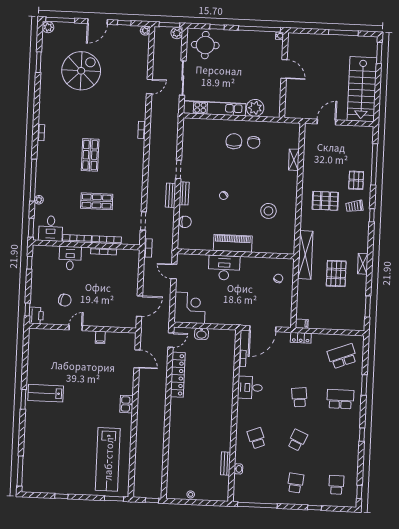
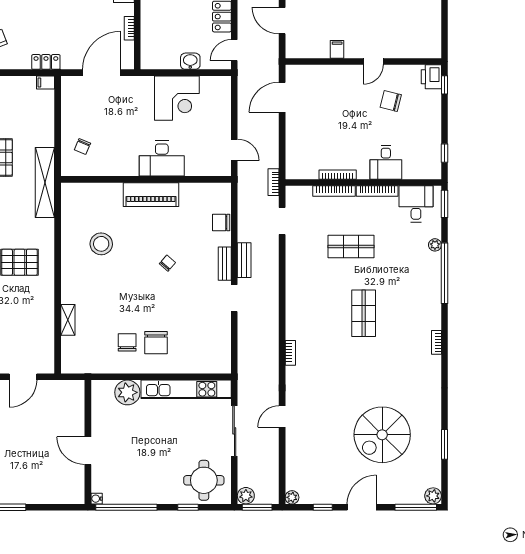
corner desk: (190, 308) -> (177, 98), moved, turned -90

